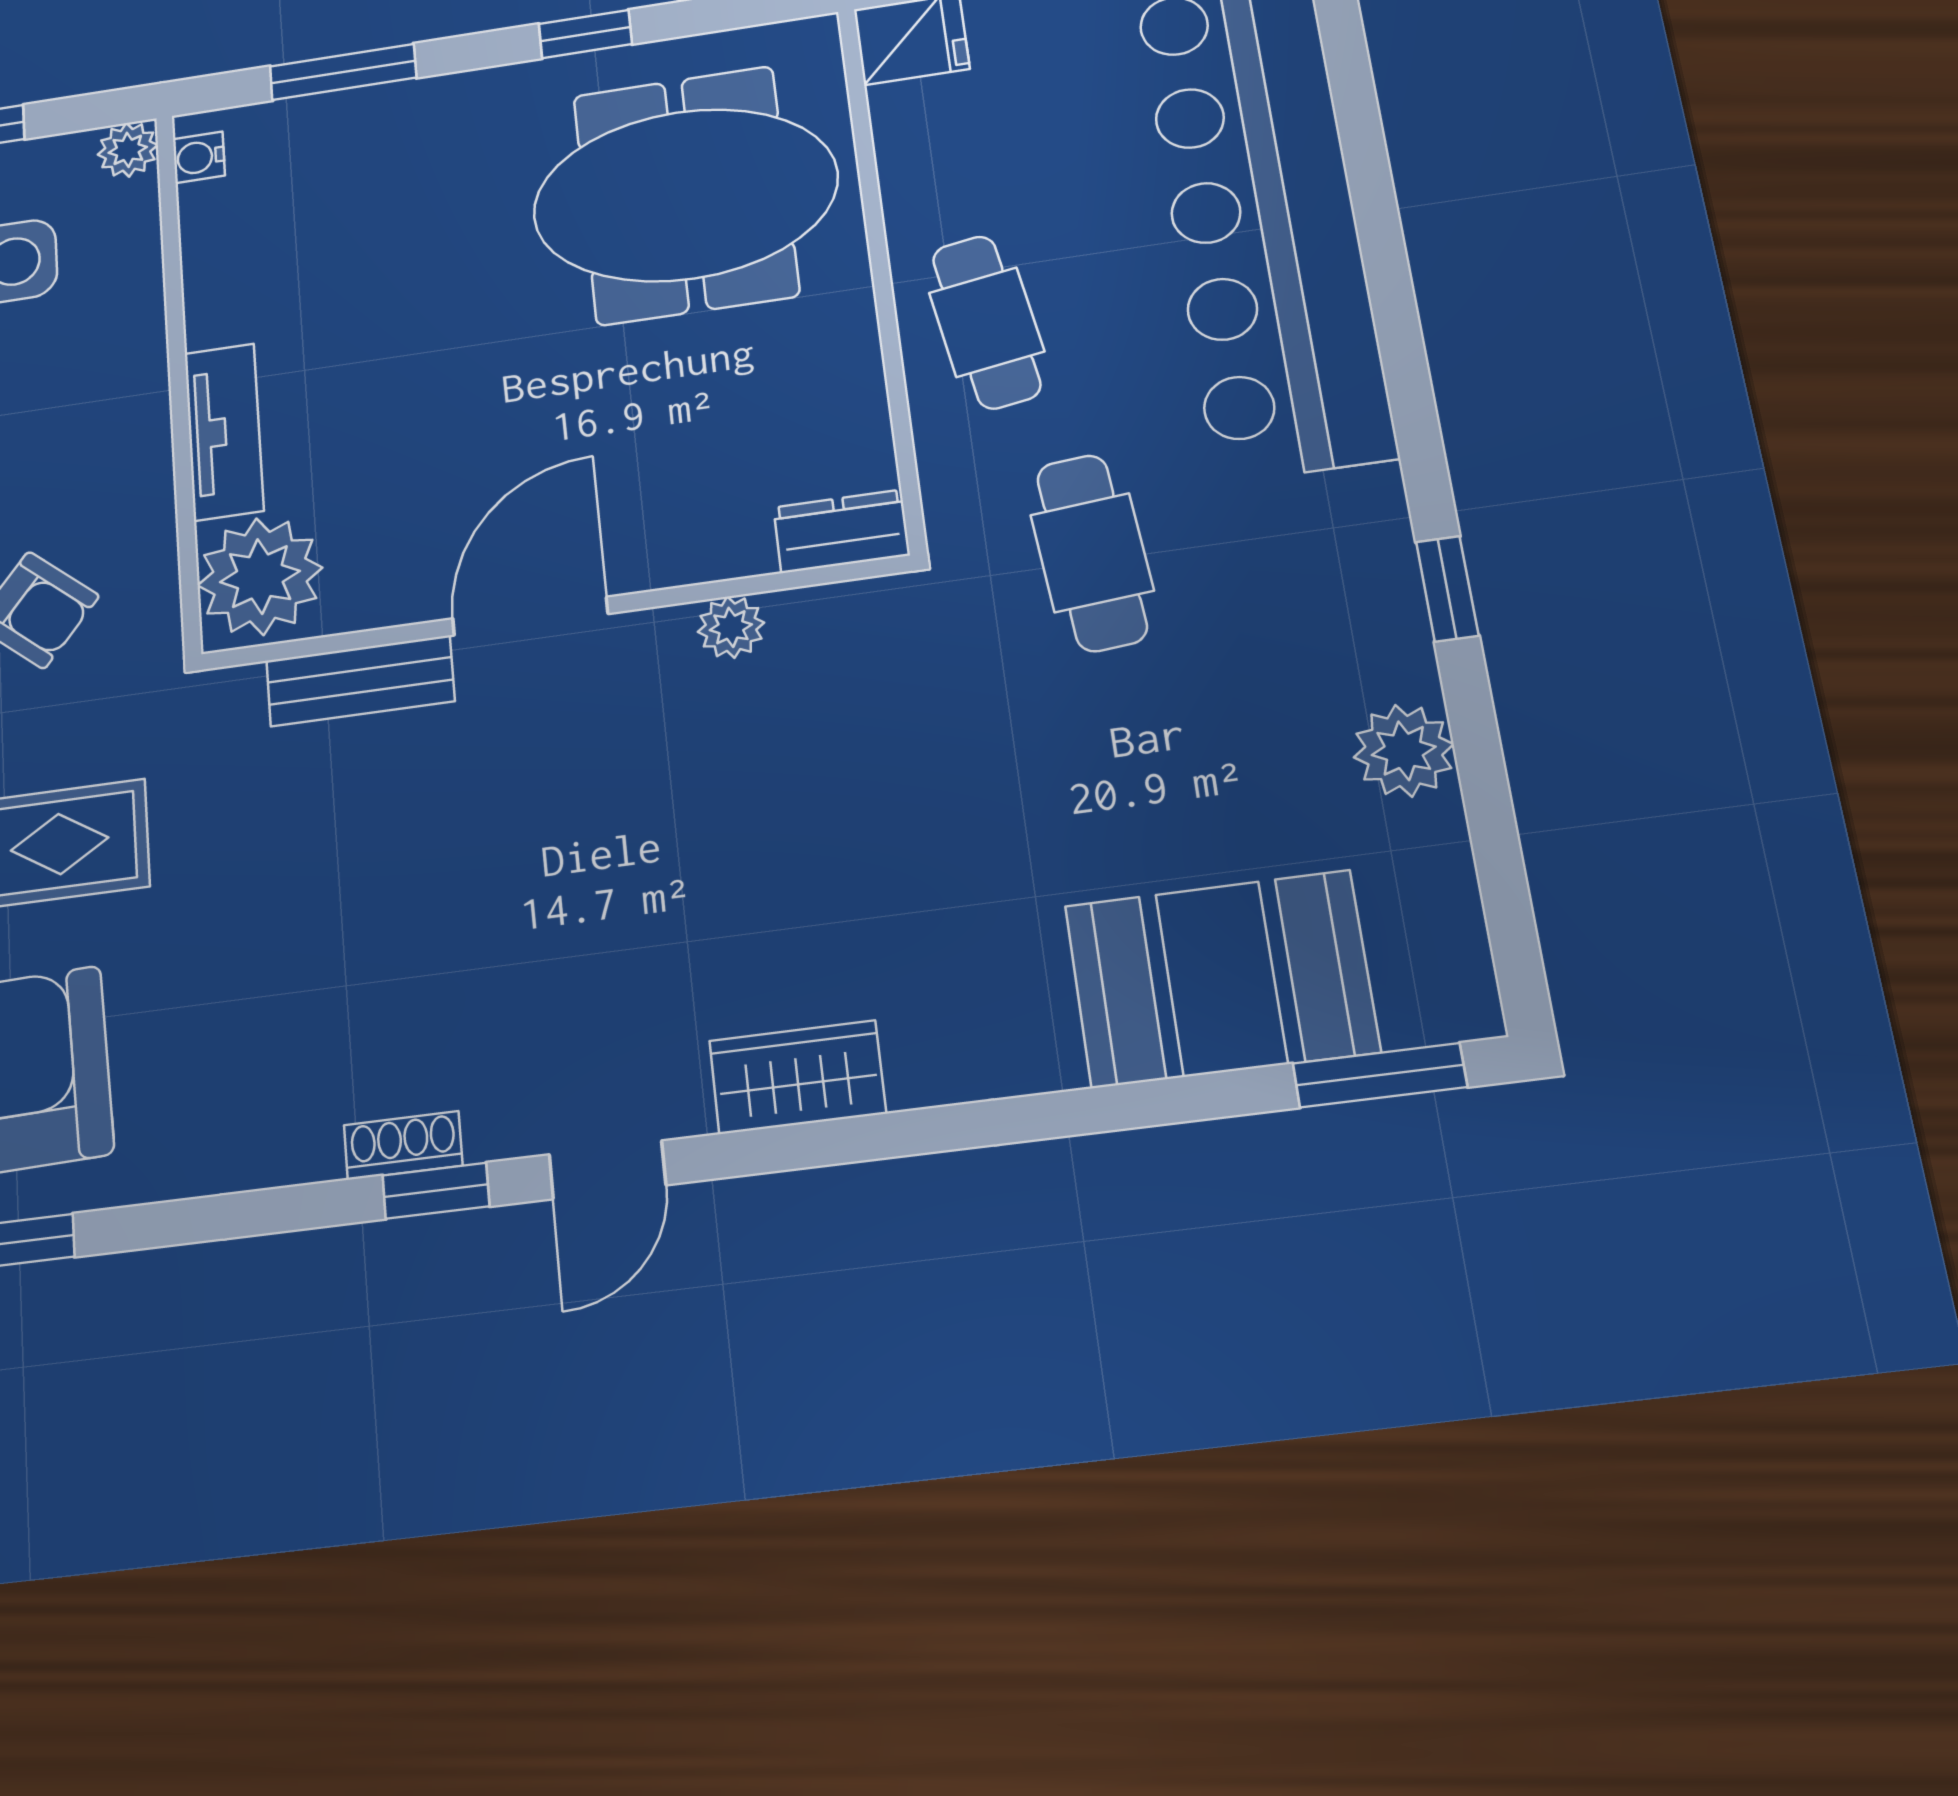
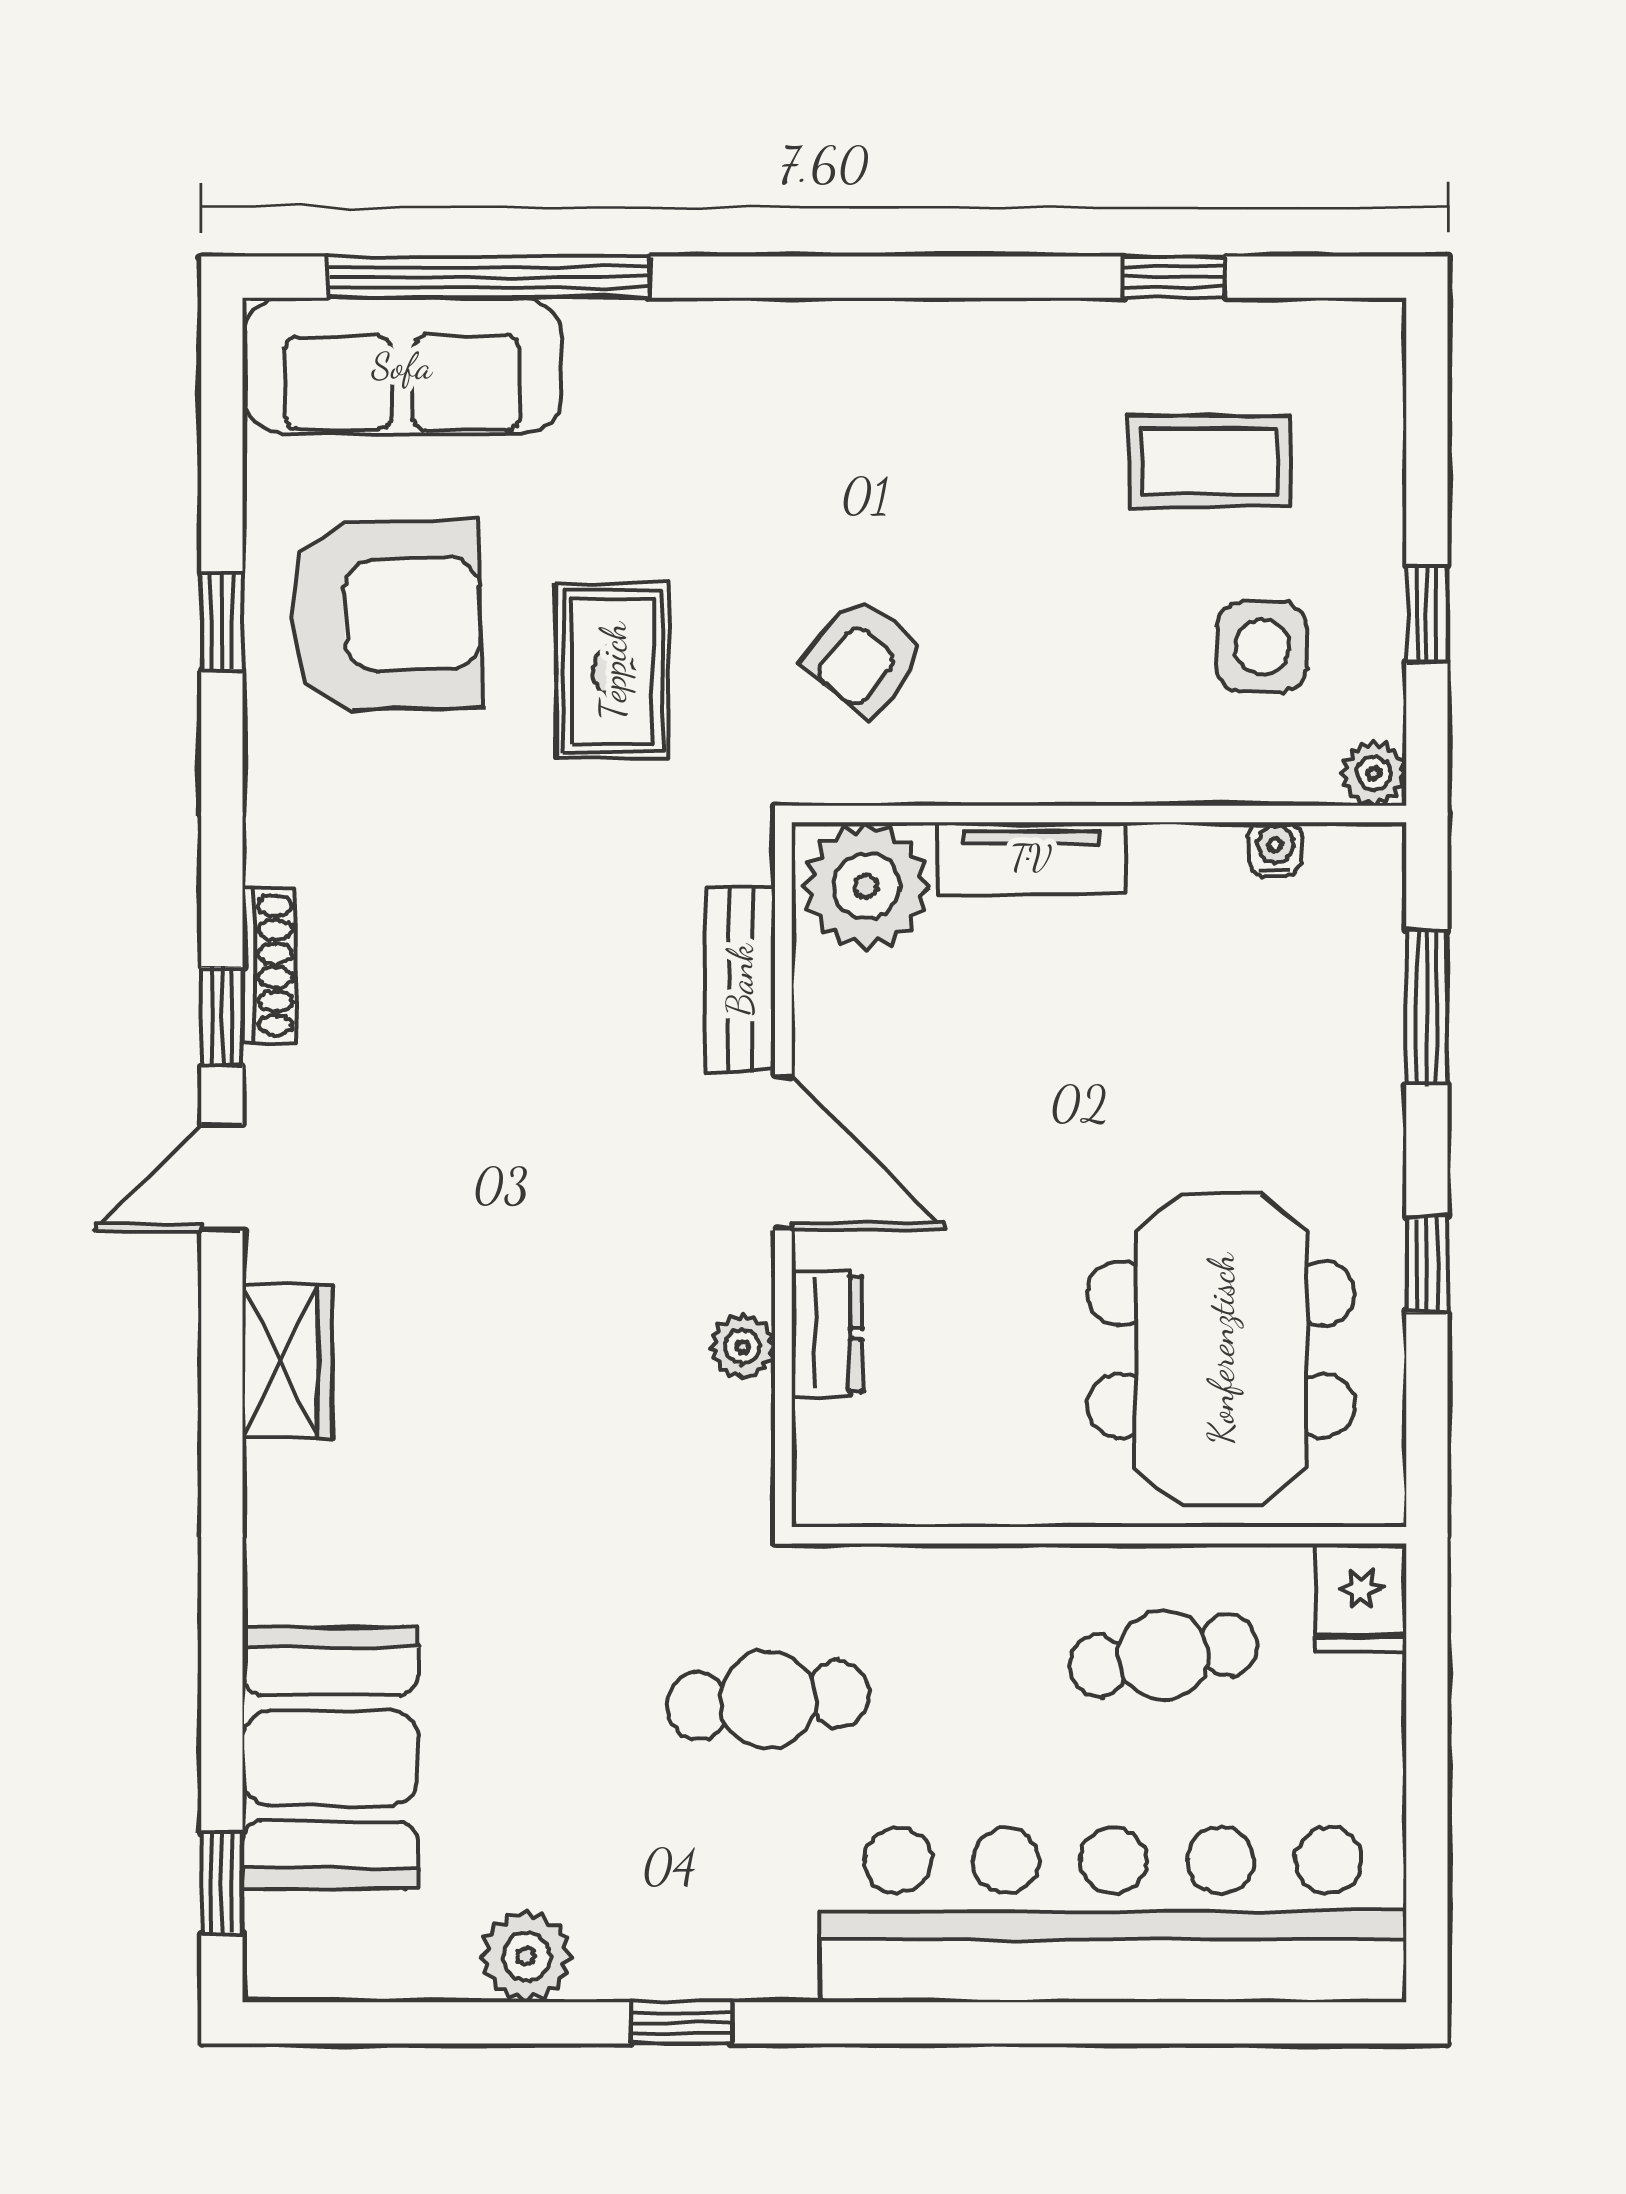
water cooler: (199, 157) -> (1275, 849), moved
cafe table: (987, 322) -> (1163, 1655), moved
dresser: (841, 531) -> (827, 1334), moved
window: (1380, 1075) -> (222, 1884), width x0.67
shoe rack: (403, 1145) -> (269, 965), width x1.43
door: (607, 1170) -> (222, 1178), hinge flipped

